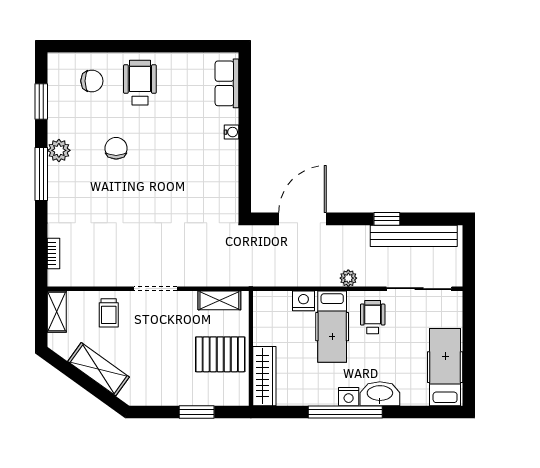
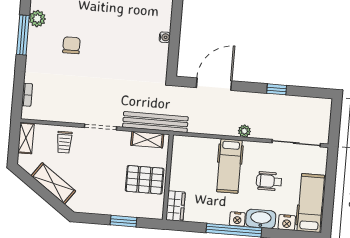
water cooler: (231, 132) -> (165, 37), moved
chair: (116, 148) -> (71, 45), moved
bench: (414, 236) -> (155, 122), moved
nightstand: (303, 301) -> (287, 222), moved, turned 180
wheelchair: (373, 317) -> (269, 181), moved, turned -90
wardrobe: (264, 376) -> (175, 206), width x0.67

